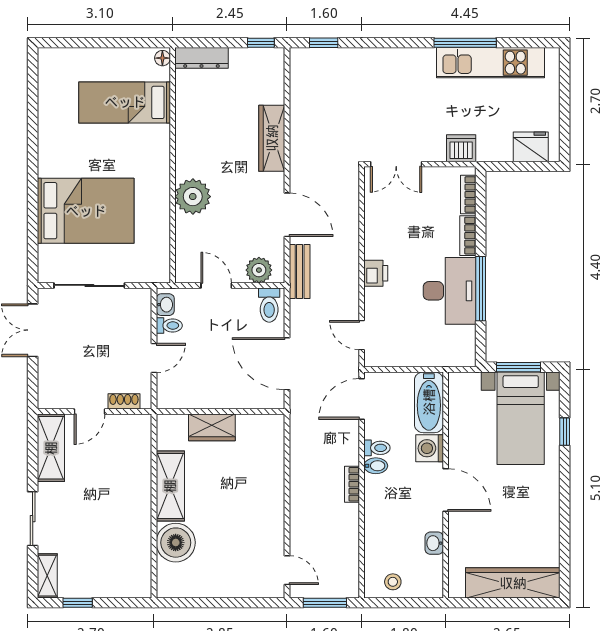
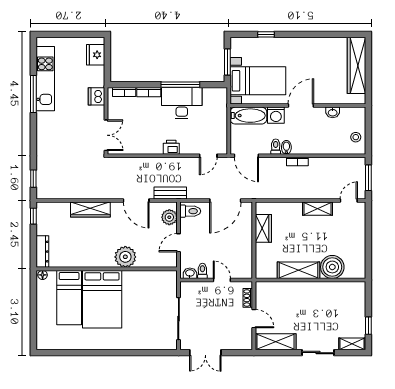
bed: (86, 211) -> (102, 299), moved, turned 180
door: (287, 215) -> (136, 200), swing flipped
bed with nightstands: (521, 418) -> (258, 81), moved
wardrobe: (212, 427) -> (263, 228), moved
shelving: (273, 518) -> (317, 209), added

